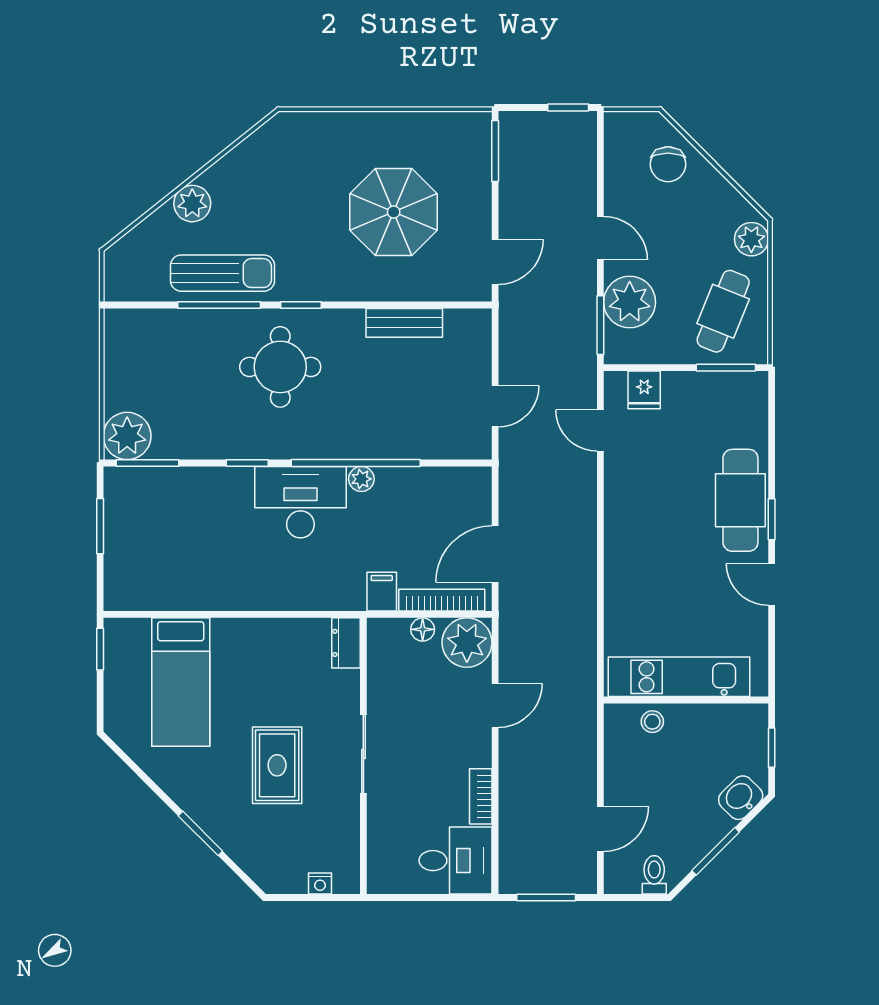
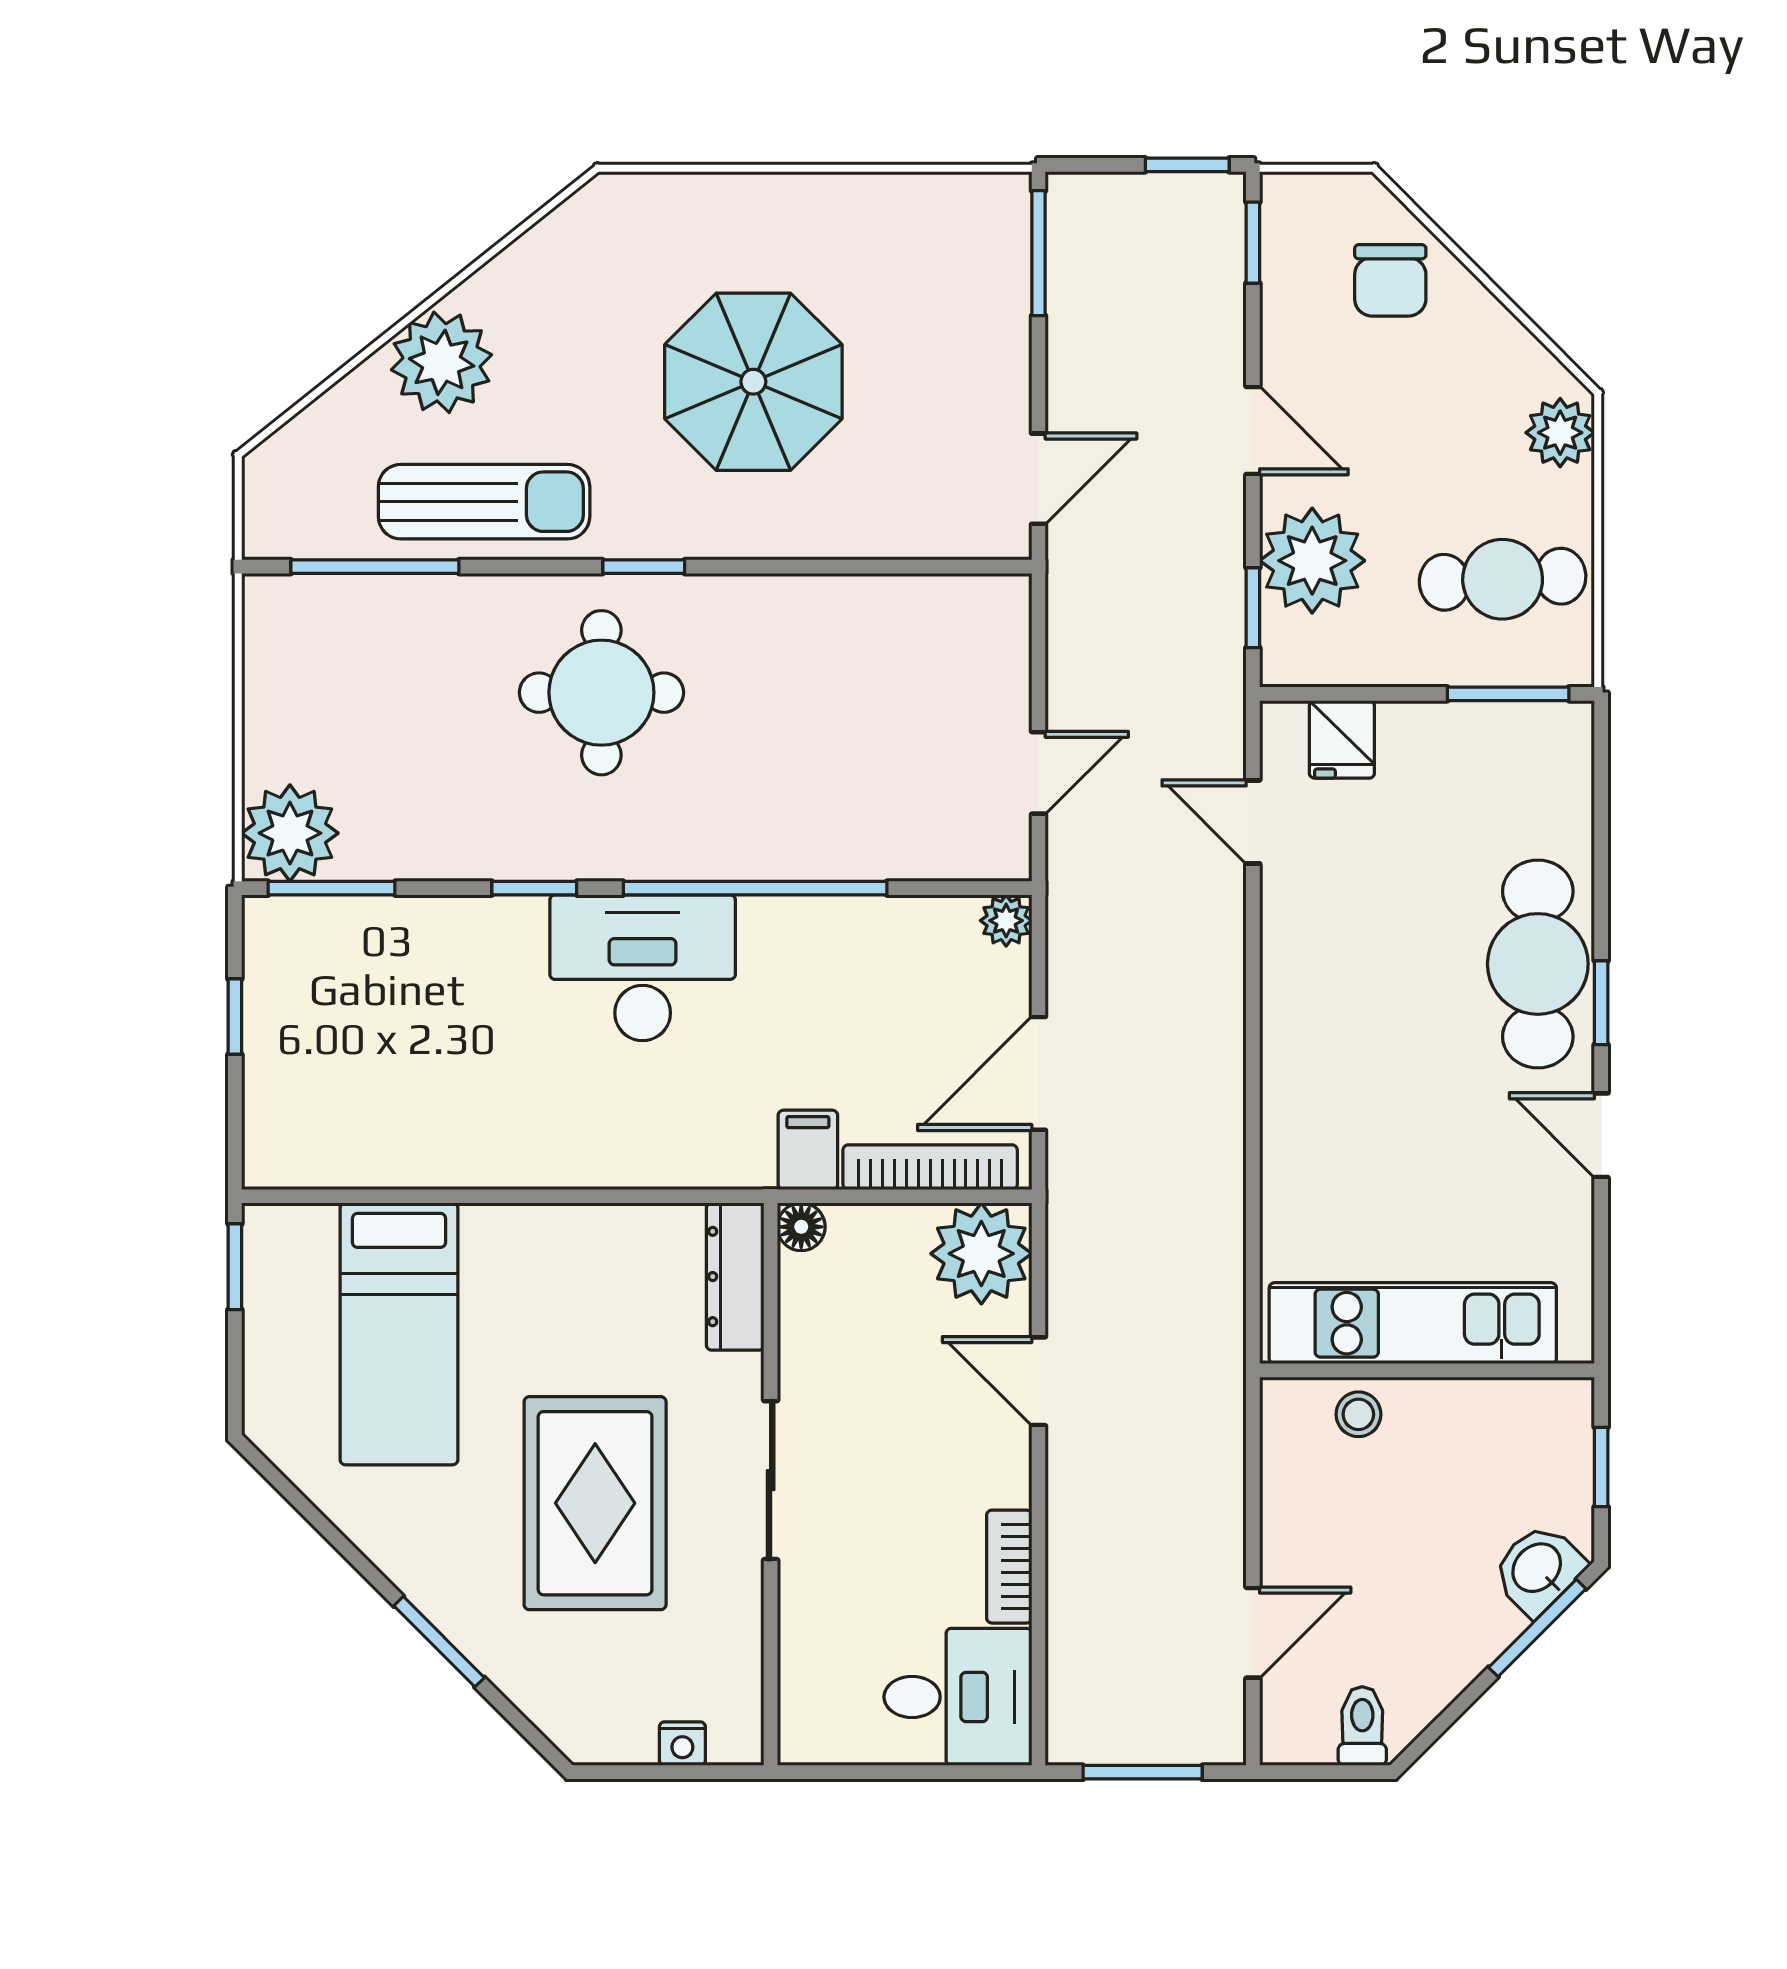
window: (600, 146) -> (1253, 243), added
plant: (192, 204) -> (442, 362), width x1.36, depth x1.36
parasol: (394, 212) -> (753, 382), moved
window: (219, 305) -> (375, 567), moved
cafe table: (723, 311) -> (1503, 579), turned 65
bench: (404, 323) -> (854, 603), removed
window: (600, 325) -> (1253, 608), width x0.67
plant: (361, 479) -> (1006, 921), moved
window: (100, 526) -> (235, 1017), width x0.67
floor lamp: (423, 629) -> (801, 1227), moved
dresser: (346, 643) -> (735, 1277), width x1.44
door: (495, 705) -> (1039, 1381), swing flipped
rug: (277, 765) -> (595, 1503), width x1.36, depth x1.43
window: (716, 851) -> (1537, 1628), moved

